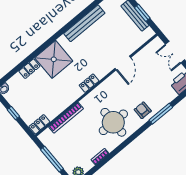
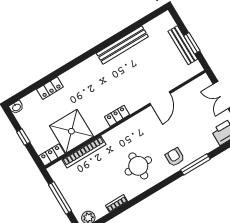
shower: (54, 59) -> (71, 131), moved
round table: (113, 122) -> (138, 166), width x0.73, depth x0.73

